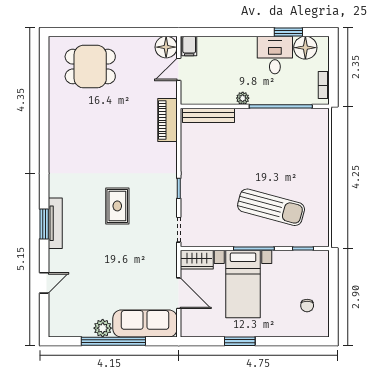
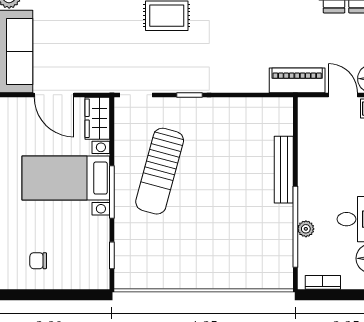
plant: (243, 98) -> (306, 229), moved
bench: (209, 115) -> (284, 170), moved
piano: (167, 120) -> (297, 80), moved
sun lounger: (271, 207) -> (160, 171), moved
door: (179, 293) -> (54, 95), hinge flipped

